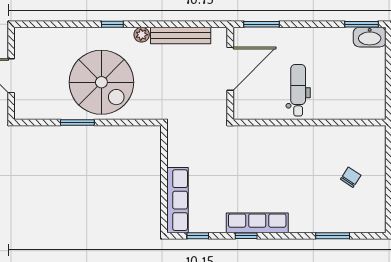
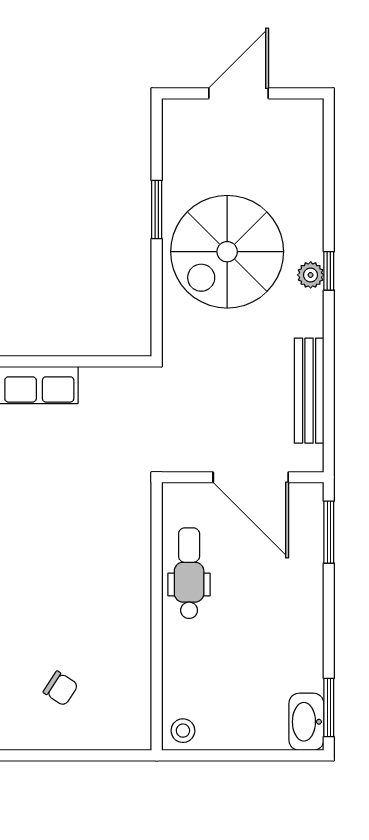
plant: (142, 35) -> (311, 275), moved
dental chair: (298, 90) -> (189, 573), moved, turned -90
stool: (375, 107) -> (183, 731), added

